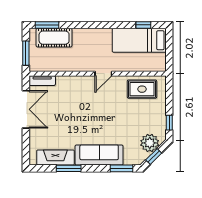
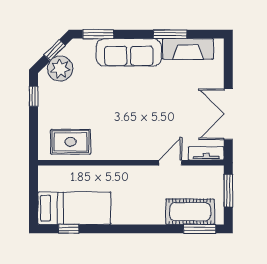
door: (103, 74) -> (170, 163), moved

